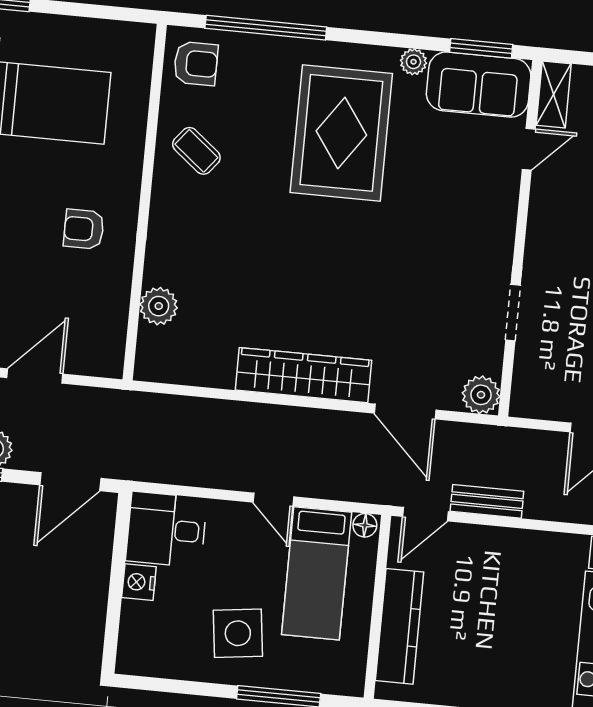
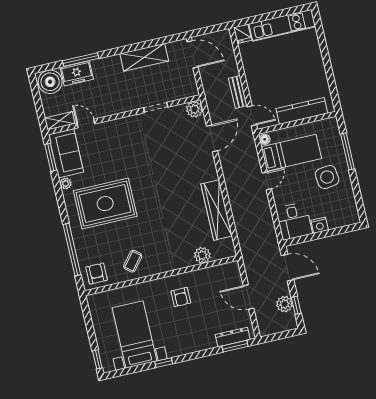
wardrobe: (304, 375) -> (217, 210), moved

